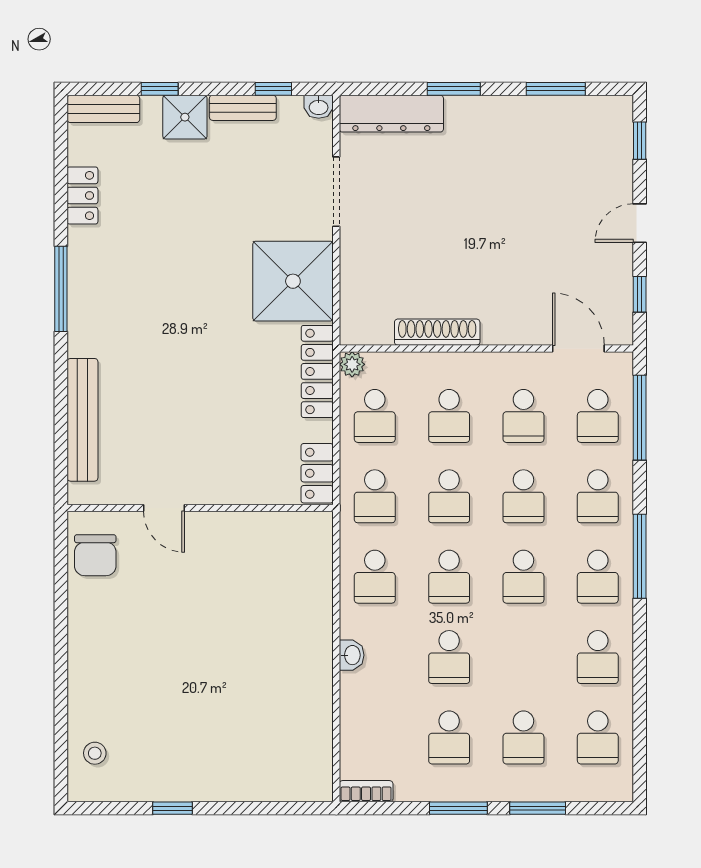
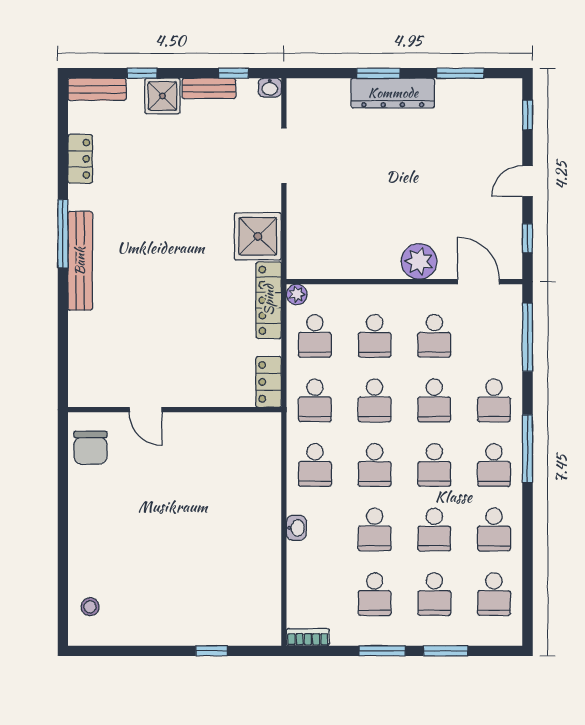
dresser: (391, 114) -> (393, 93), moved
shower: (293, 281) -> (258, 236), width x0.73, depth x0.73
plant: (505, 323) -> (419, 261), added
shoe rack: (437, 332) -> (365, 269), removed
school desk: (598, 416) -> (434, 530), moved
bench: (82, 420) -> (80, 261), moved
window: (172, 808) -> (212, 651), moved

